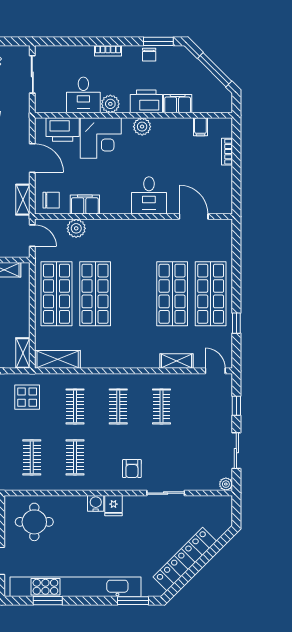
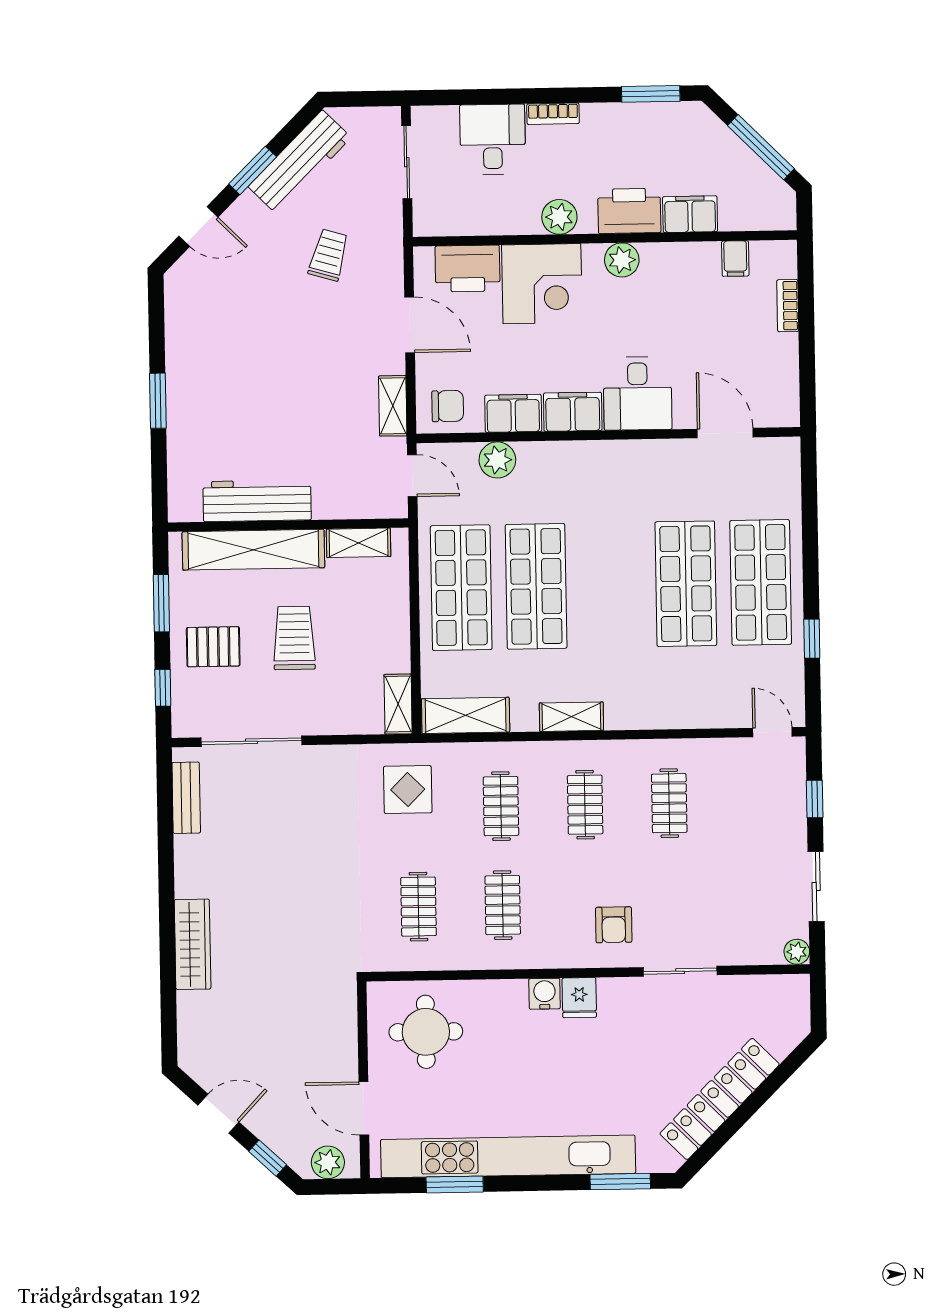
chair: (149, 55) -> (633, 120), removed
desk: (83, 95) -> (493, 139), moved, turned 180
filing cabinet: (115, 204) -> (573, 412), added
shelving: (177, 361) -> (571, 717), moved

